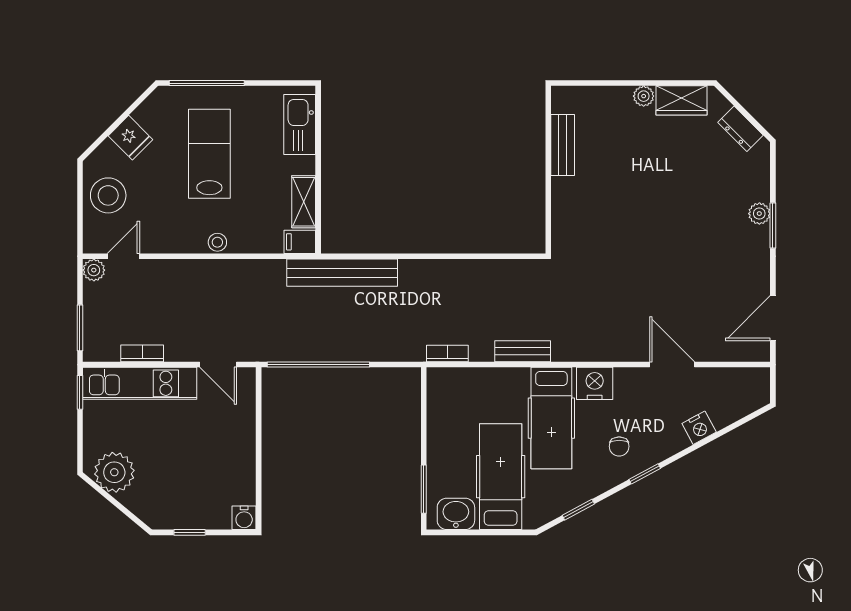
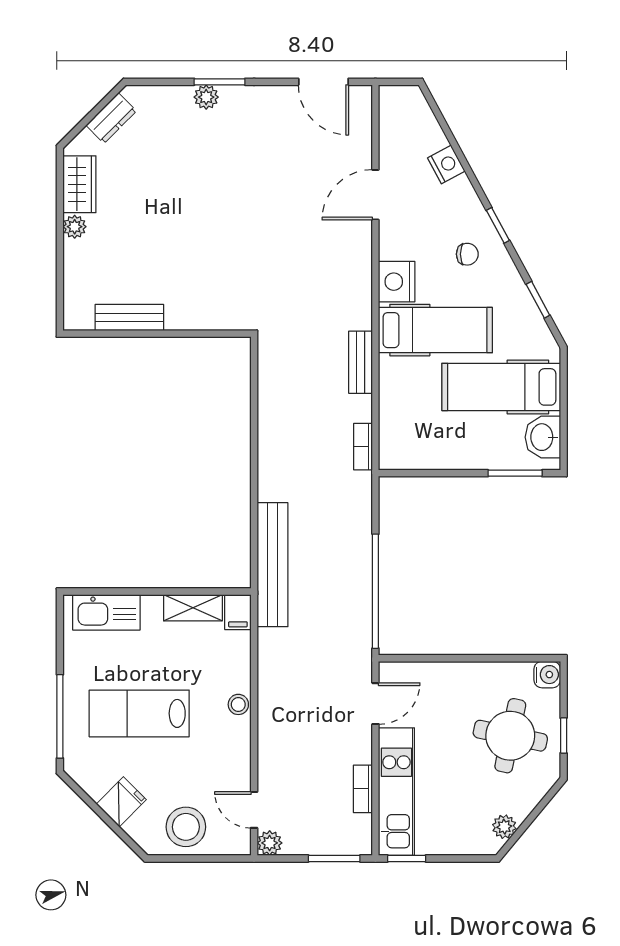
plant: (114, 472) -> (504, 827), width x0.53, depth x0.53
round table: (190, 485) -> (510, 736), added

